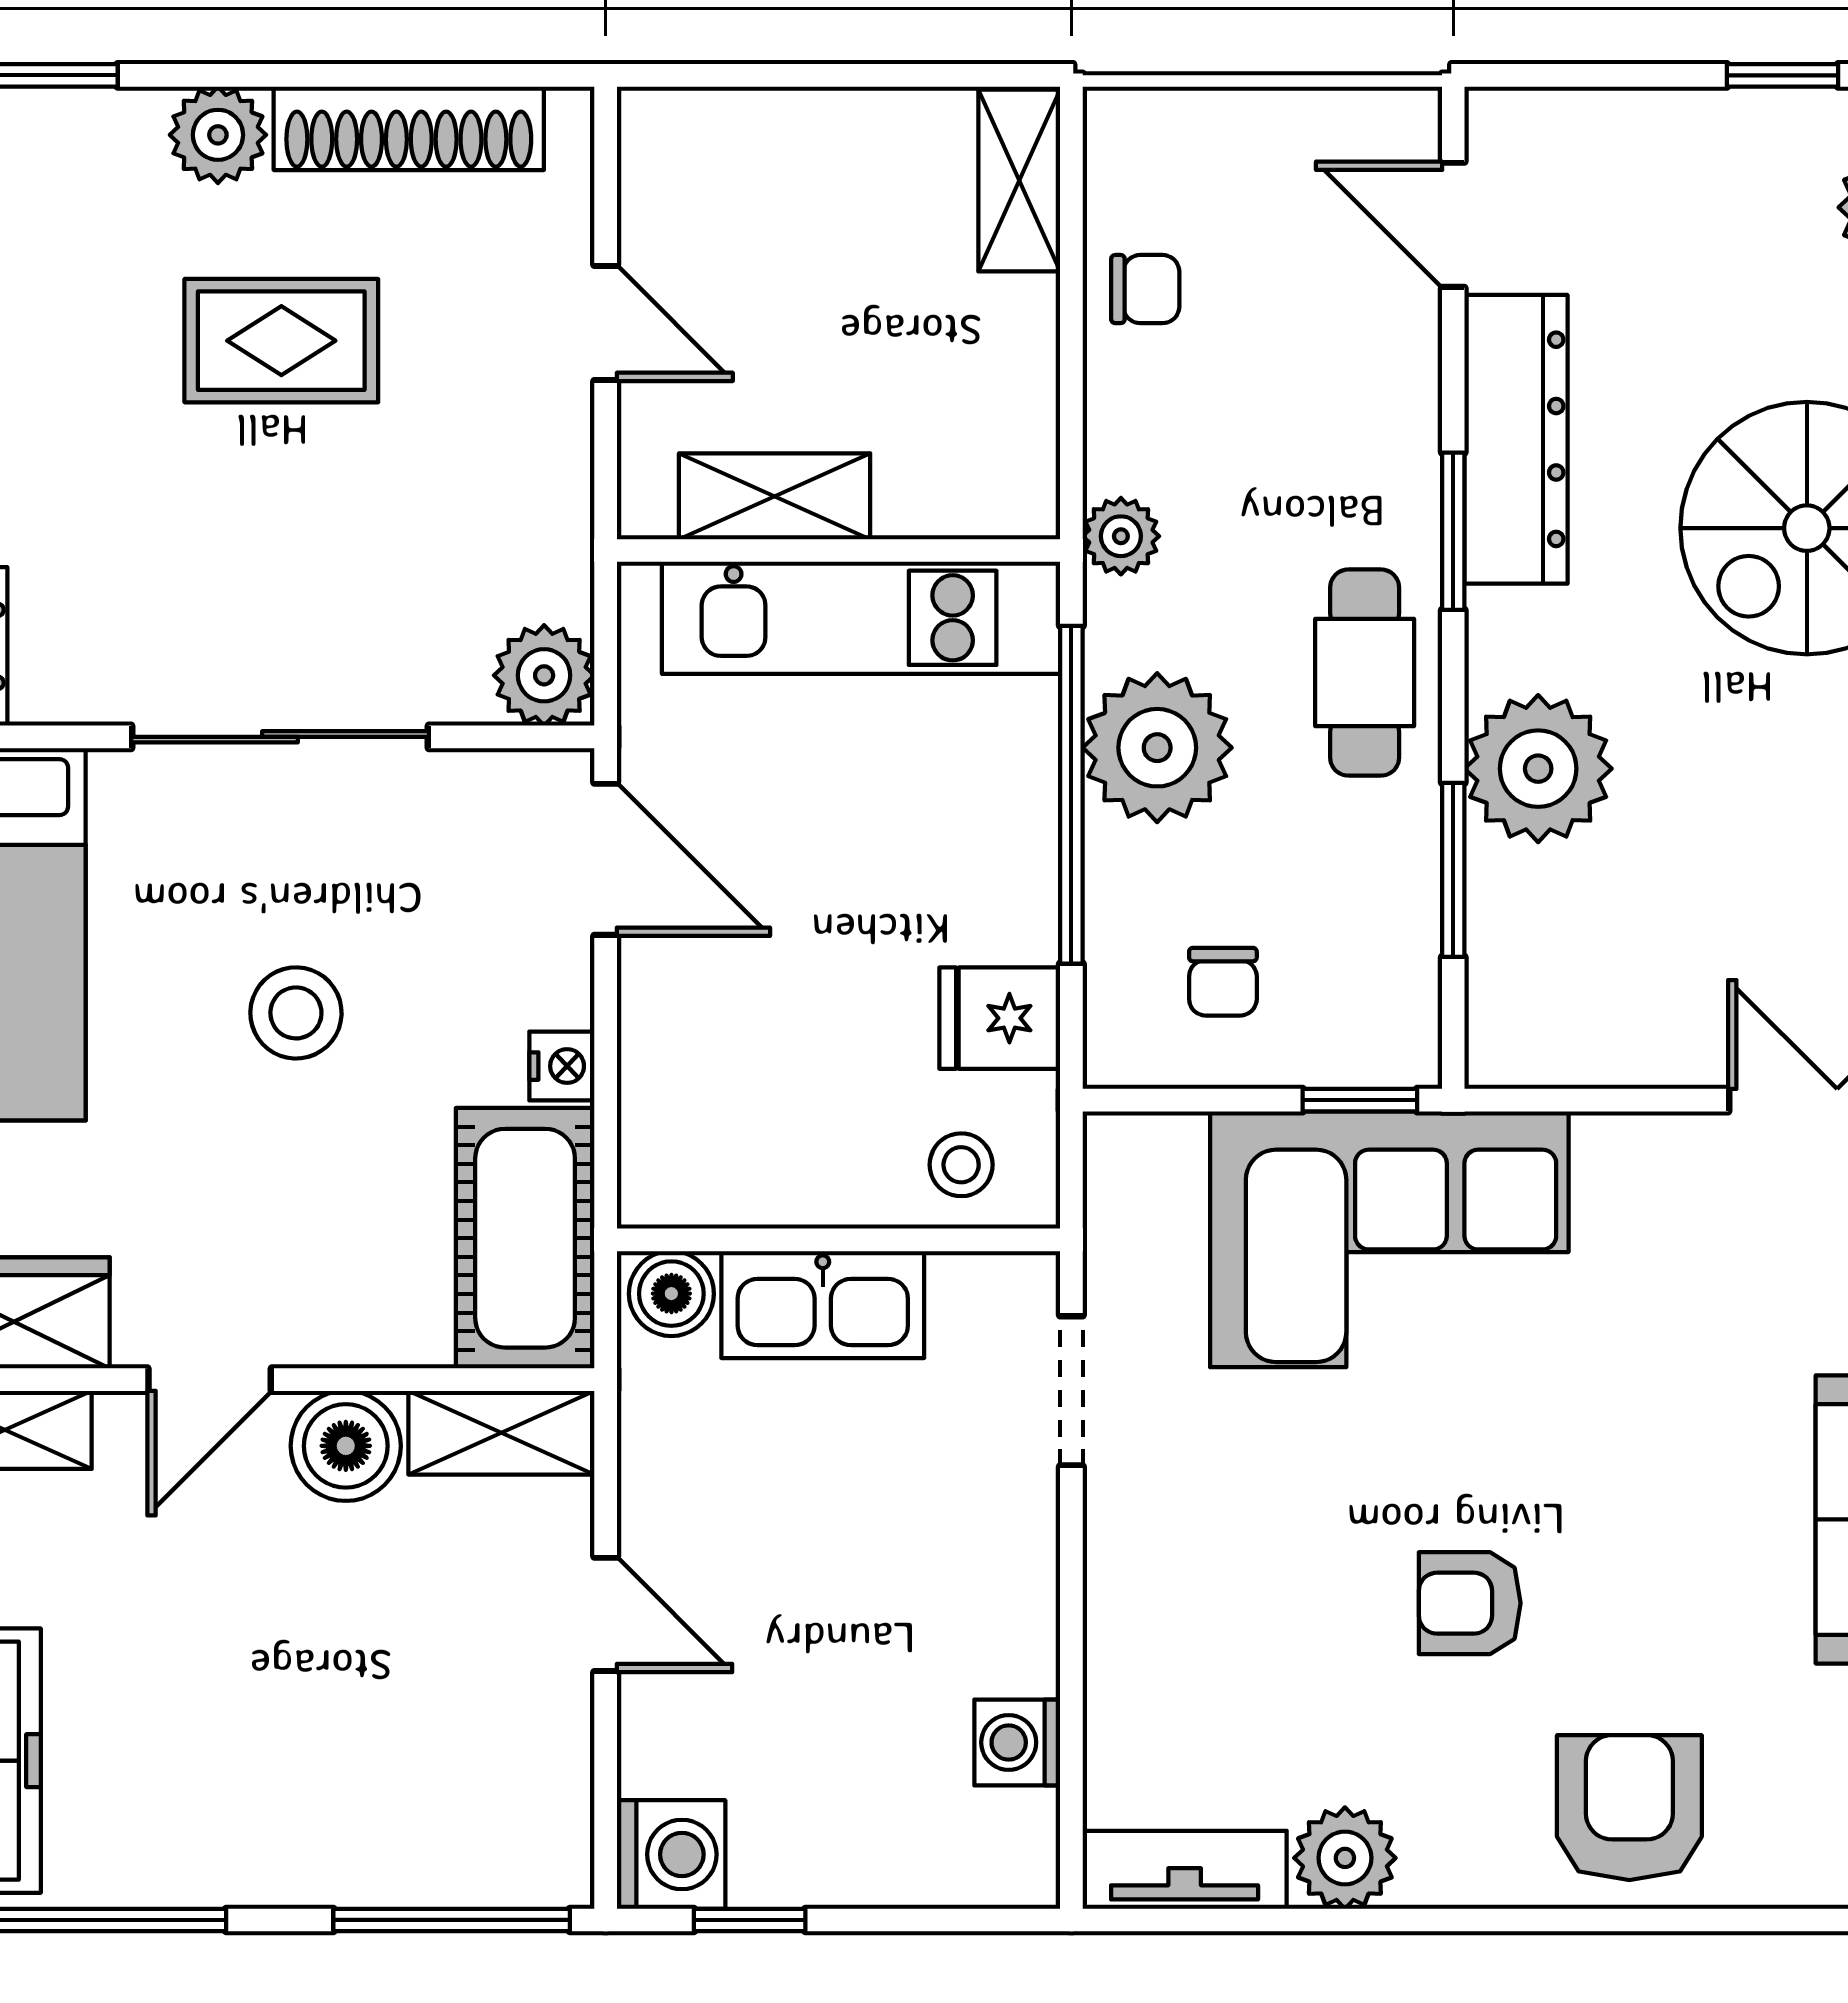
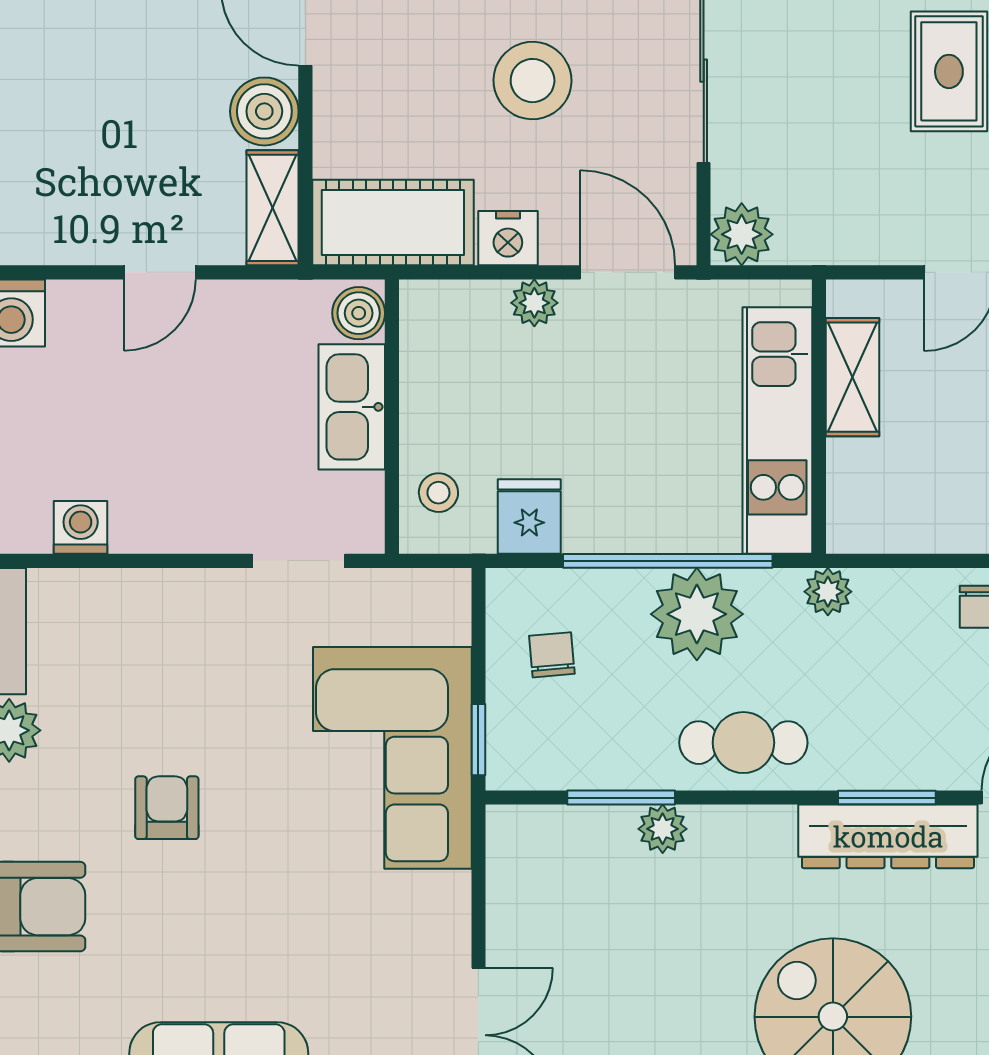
window: (1453, 531) -> (887, 798), moved
plant: (1538, 769) -> (663, 829), width x0.53, depth x0.53
door: (606, 859) -> (628, 272), swing flipped
chair: (1223, 982) -> (552, 655), turned 85
plant: (655, 1010) -> (534, 303), added
stool: (296, 1013) -> (533, 81), width x1.38, depth x1.38
nightstand: (562, 1066) -> (508, 238), width x1.39, depth x1.35

